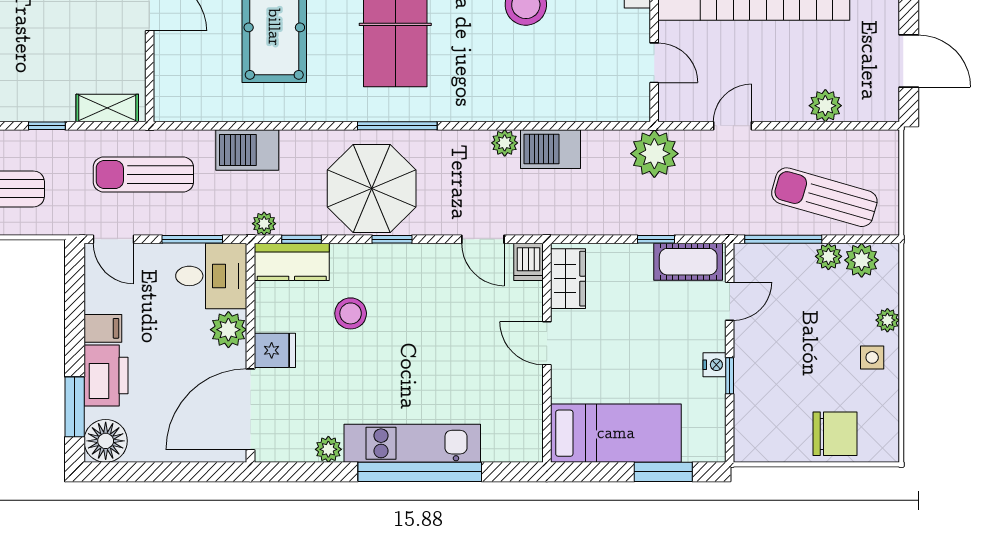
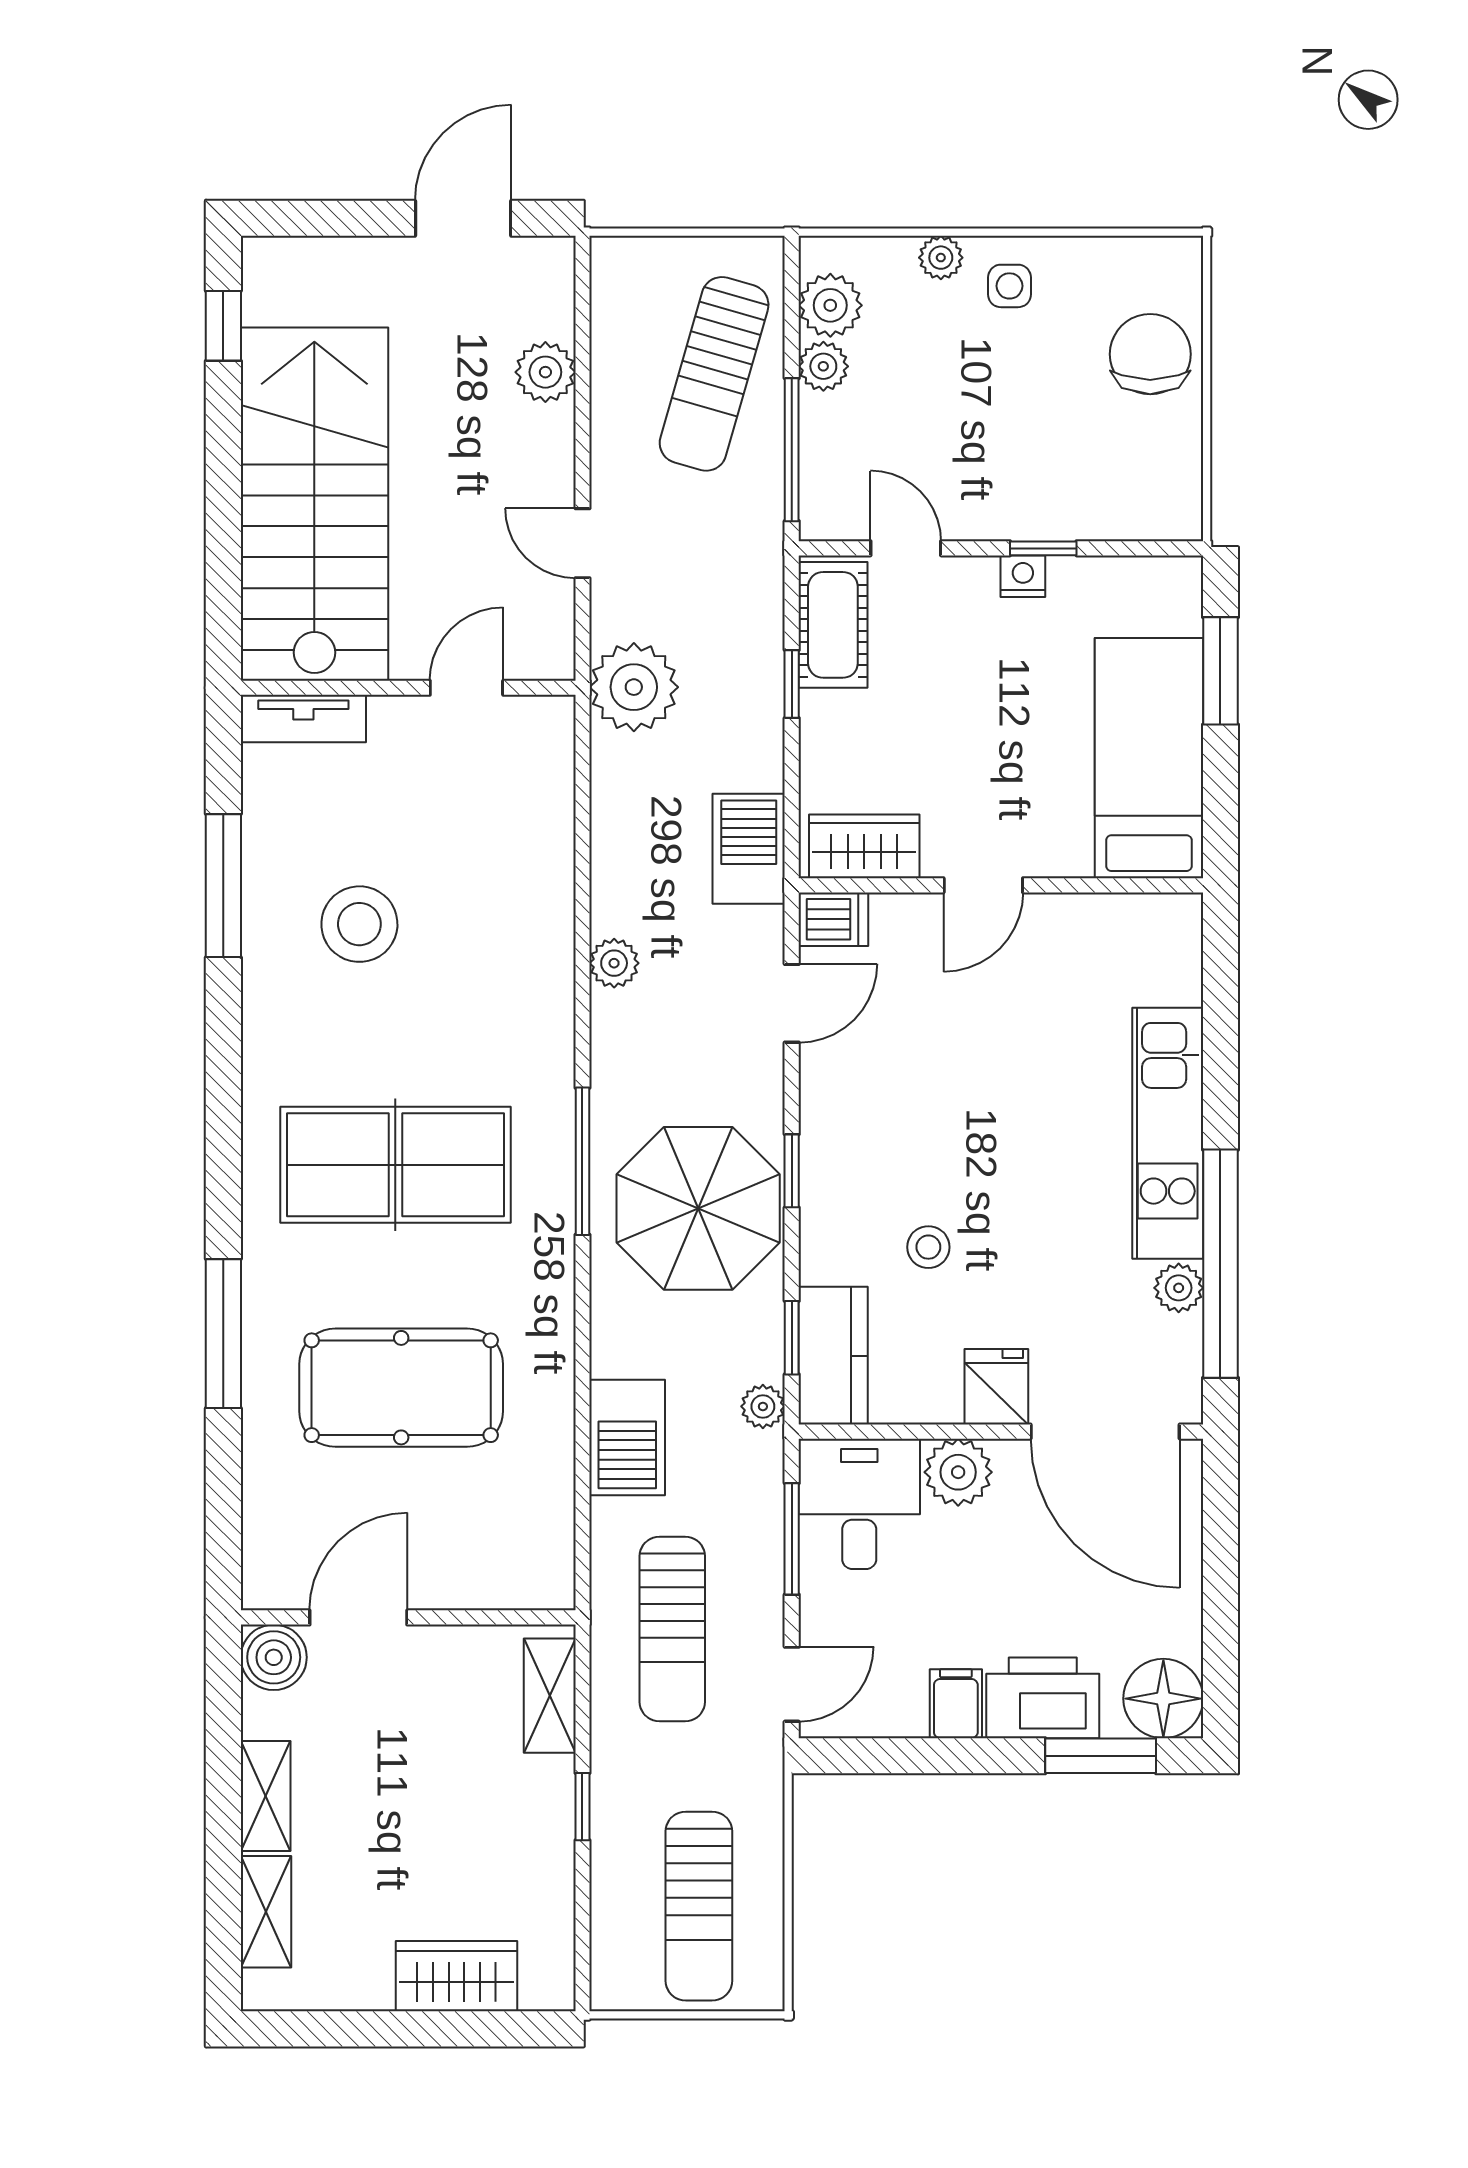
barbecue: (550, 149) -> (749, 849), moved, turned 180
stool: (351, 313) -> (928, 1247), width x0.73, depth x0.73
window: (420, 472) -> (1220, 1264), moved

